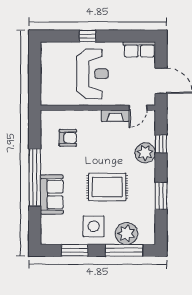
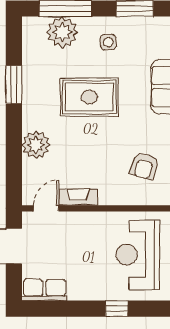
reception desk: (92, 74) -> (138, 255), moved
armchair: (68, 138) -> (144, 166), turned -72
window: (161, 144) -> (14, 157), removed
side table: (94, 226) -> (108, 42), width x0.54, depth x0.54

